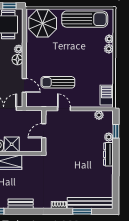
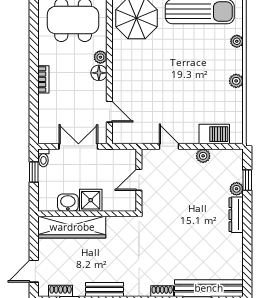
plant: (109, 49) -> (236, 81), moved
sun lounger: (58, 82) -> (160, 107), removed
barbecue: (107, 95) -> (214, 134), moved, turned 90
plant: (99, 115) -> (203, 156), moved

